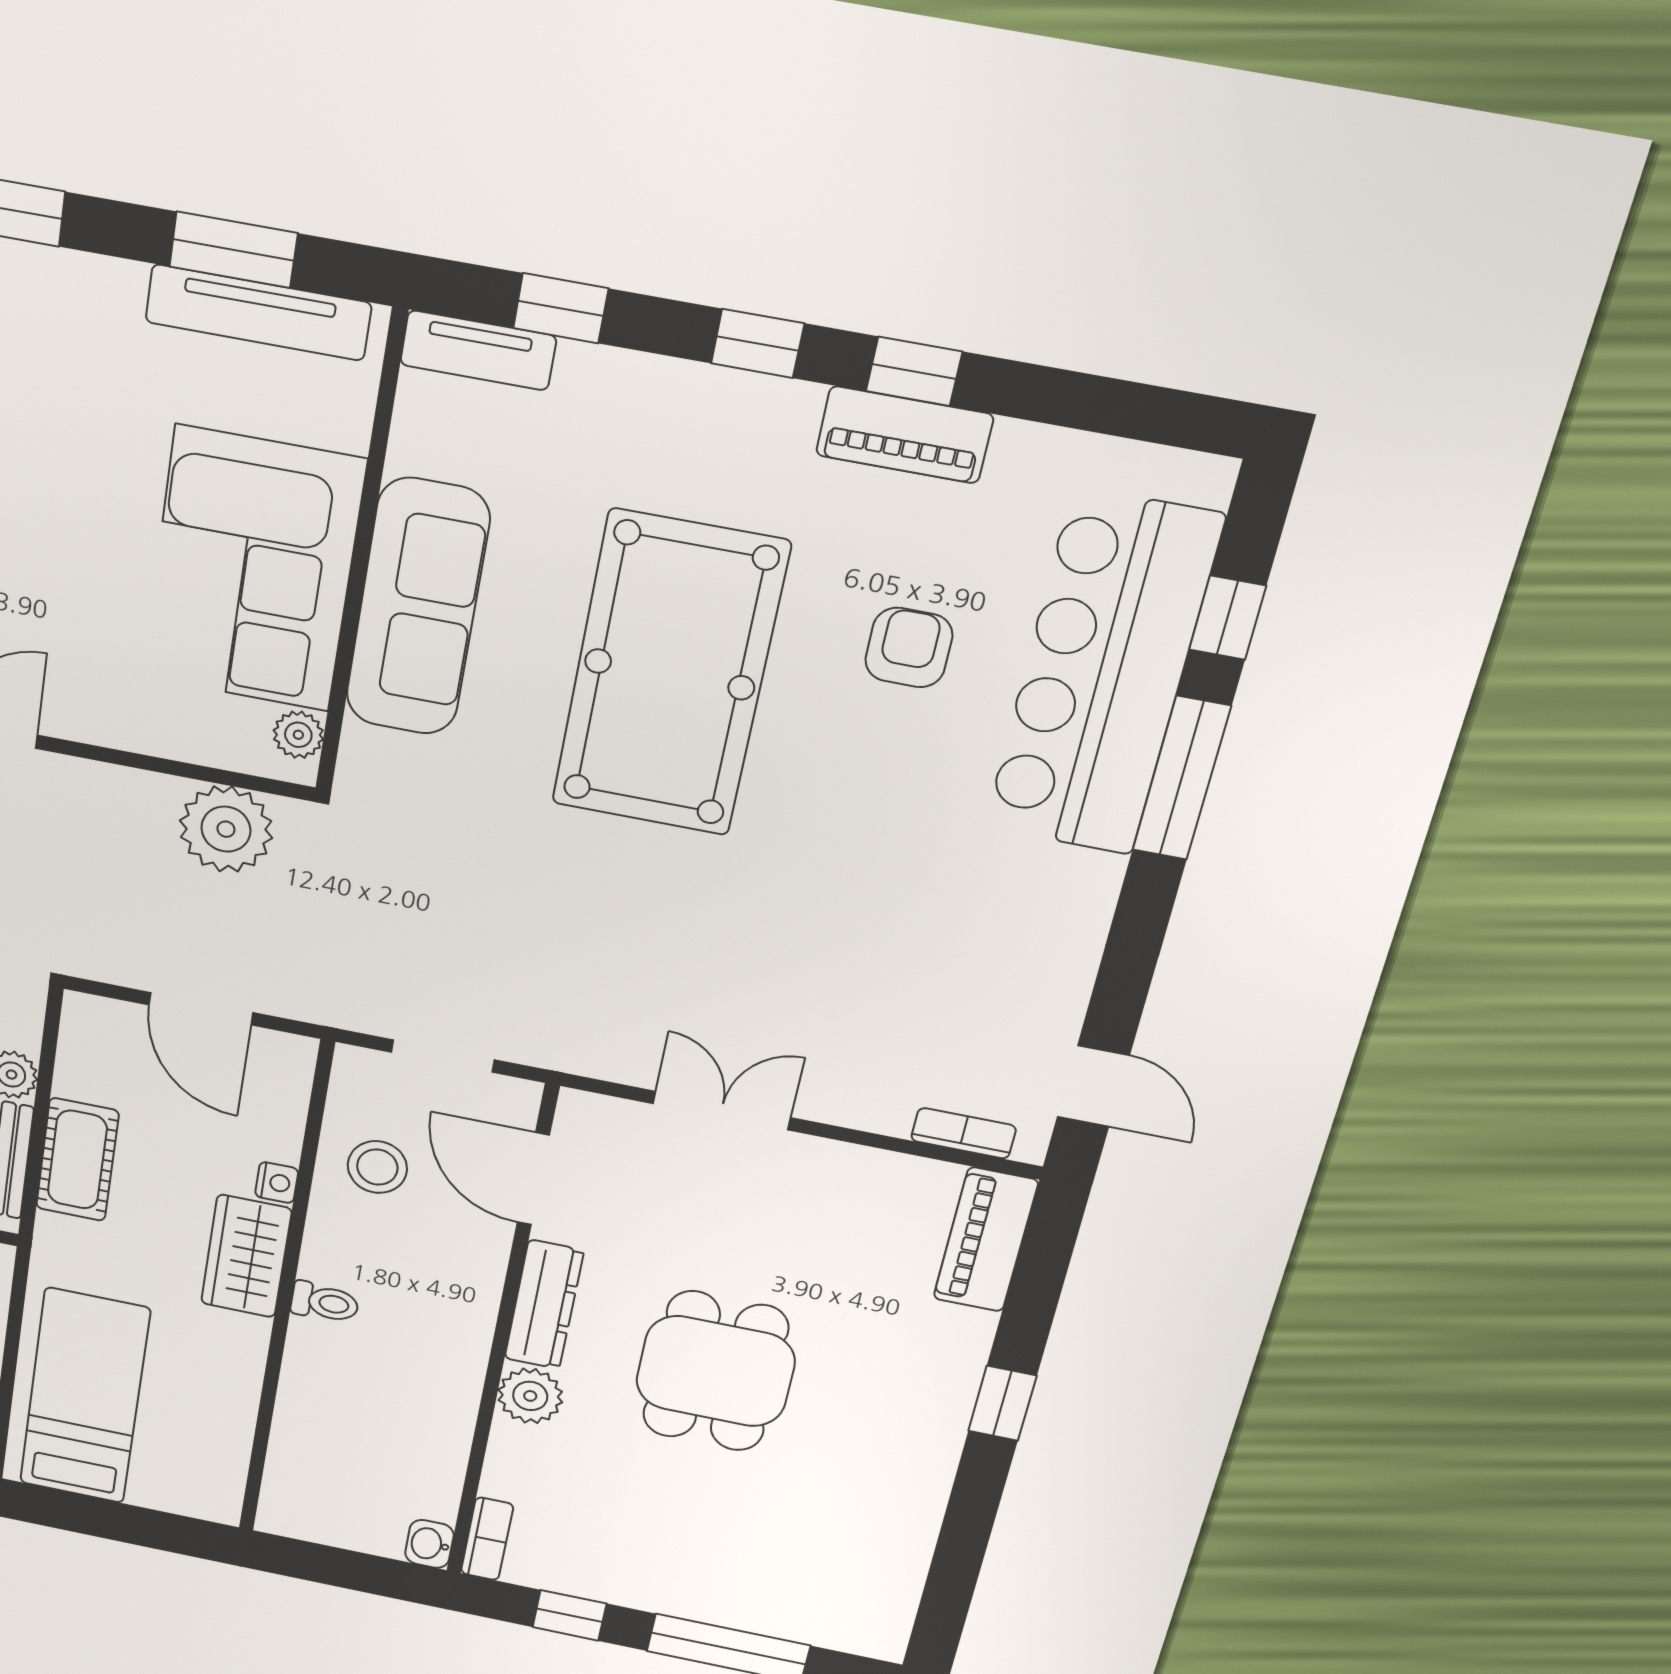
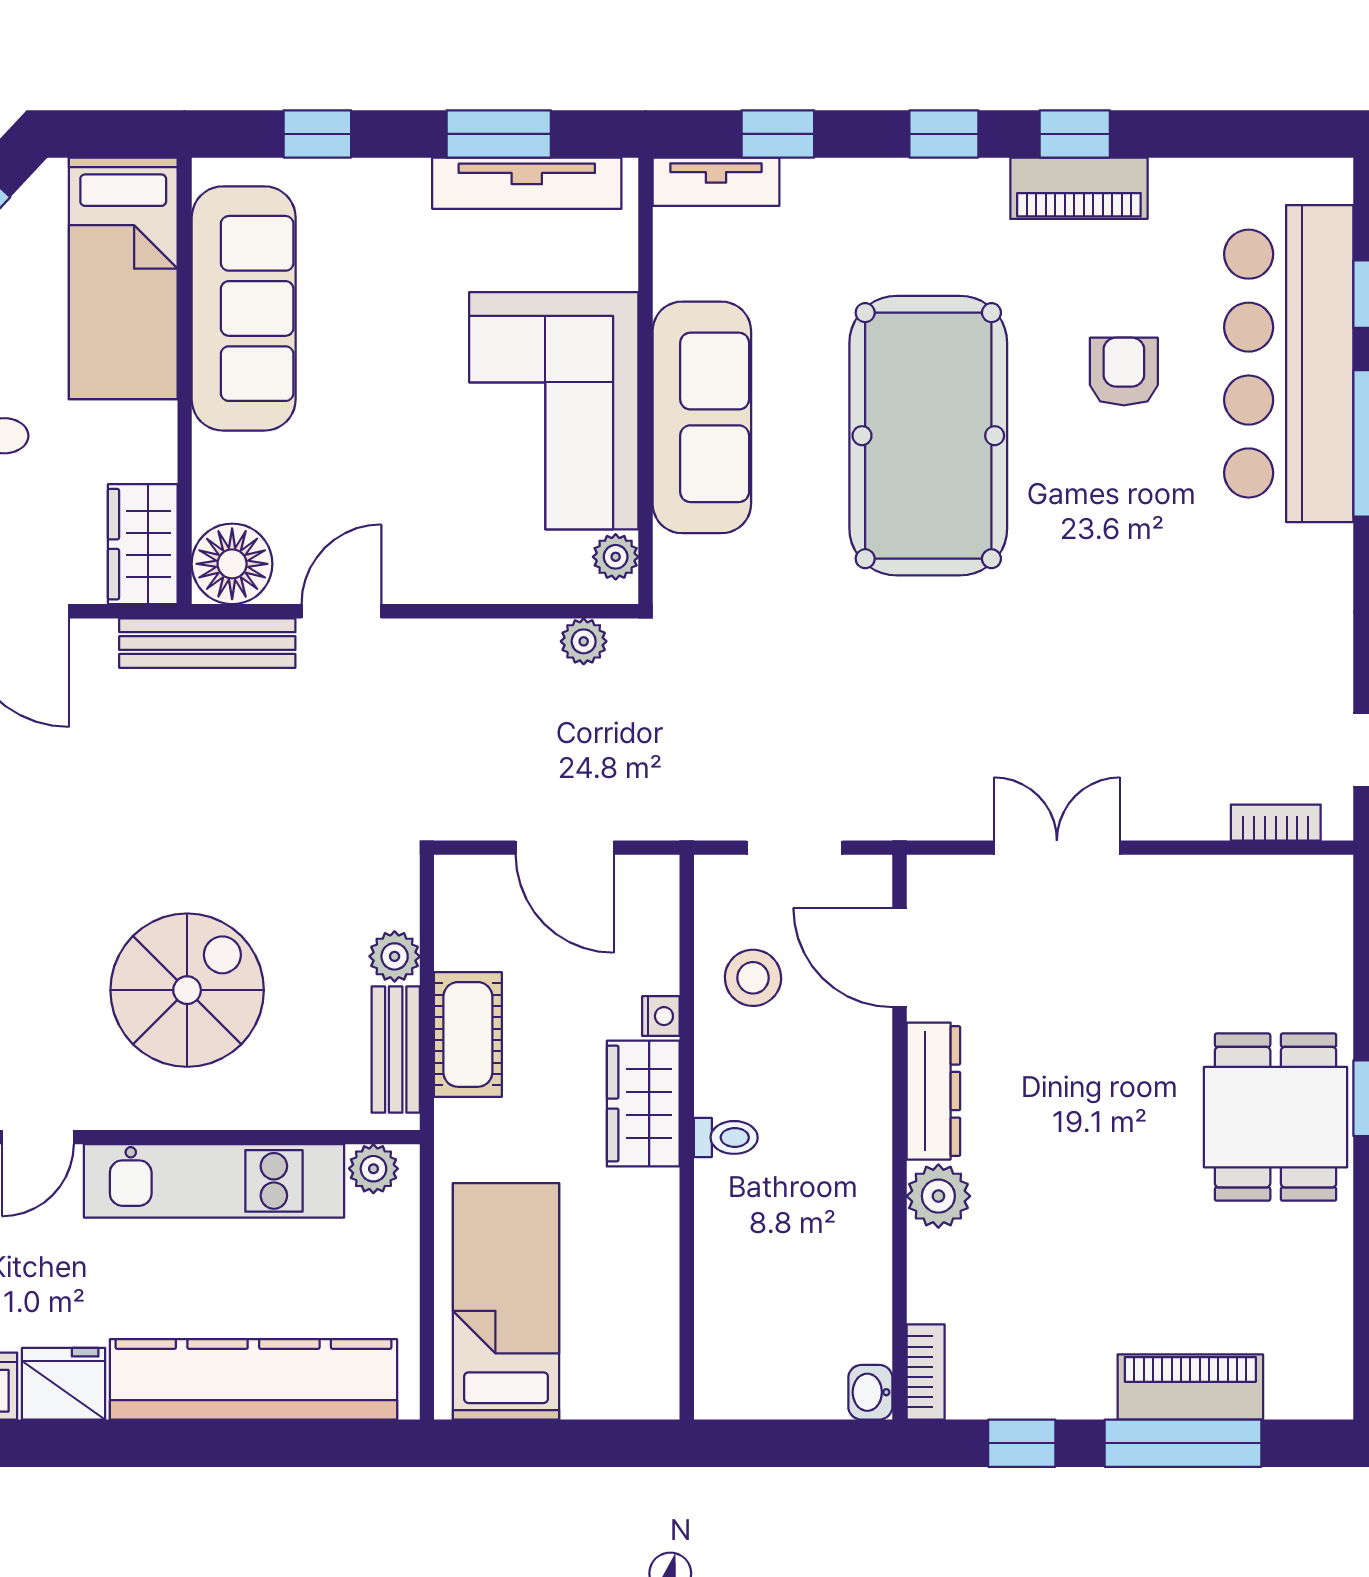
plant: (226, 829) -> (584, 641), width x0.53, depth x0.53
piano: (986, 1240) -> (1190, 1387), moved, turned 90
dining table: (715, 1371) -> (1276, 1117), moved

